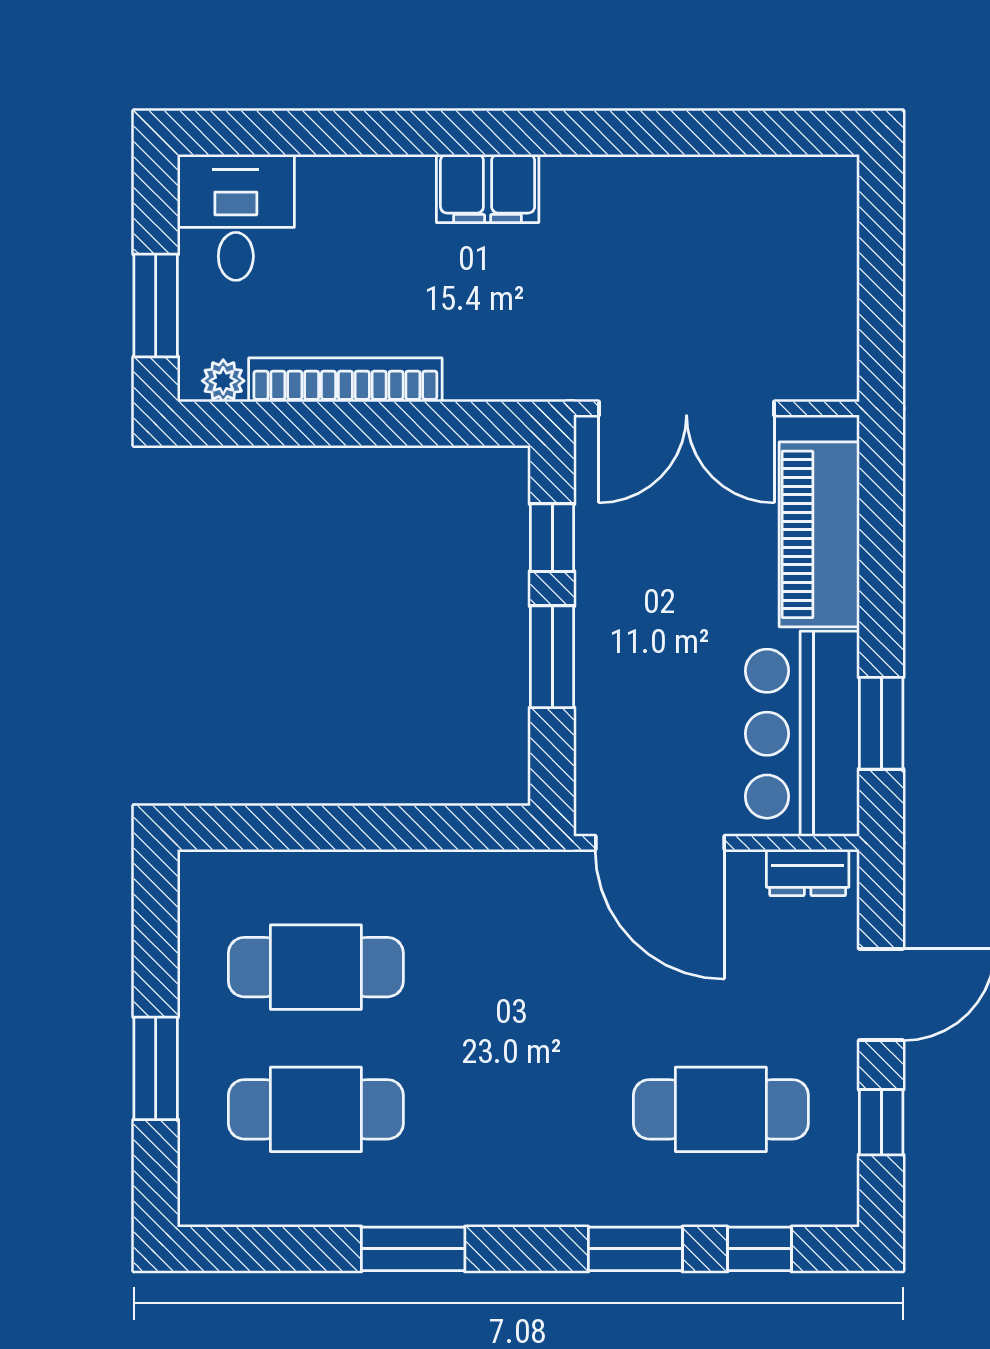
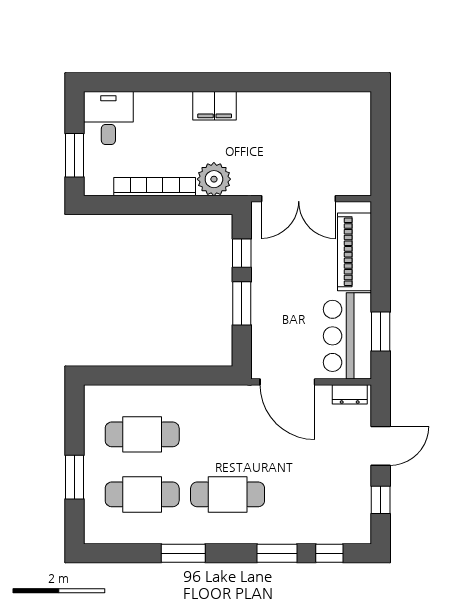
plant: (223, 381) -> (214, 179), moved, width x1.87, depth x1.87
cafe table: (721, 1109) -> (228, 494), moved

